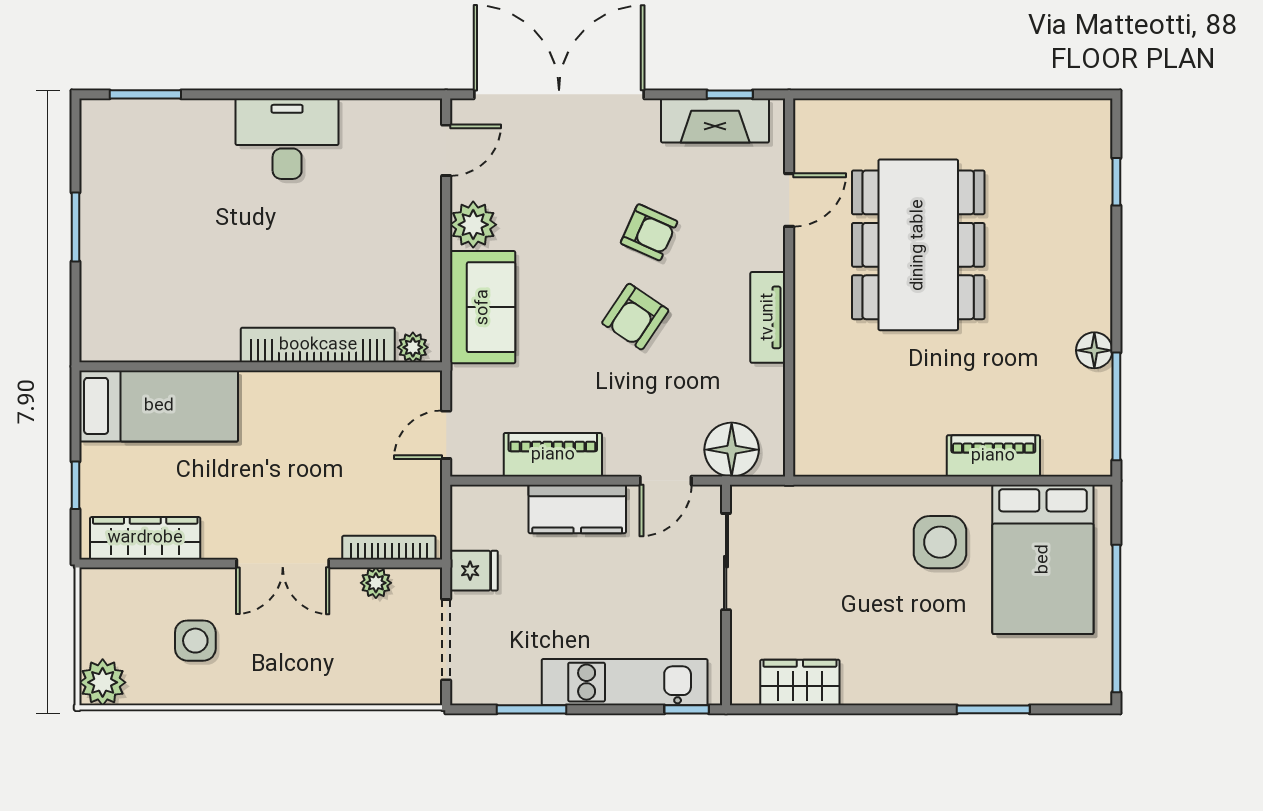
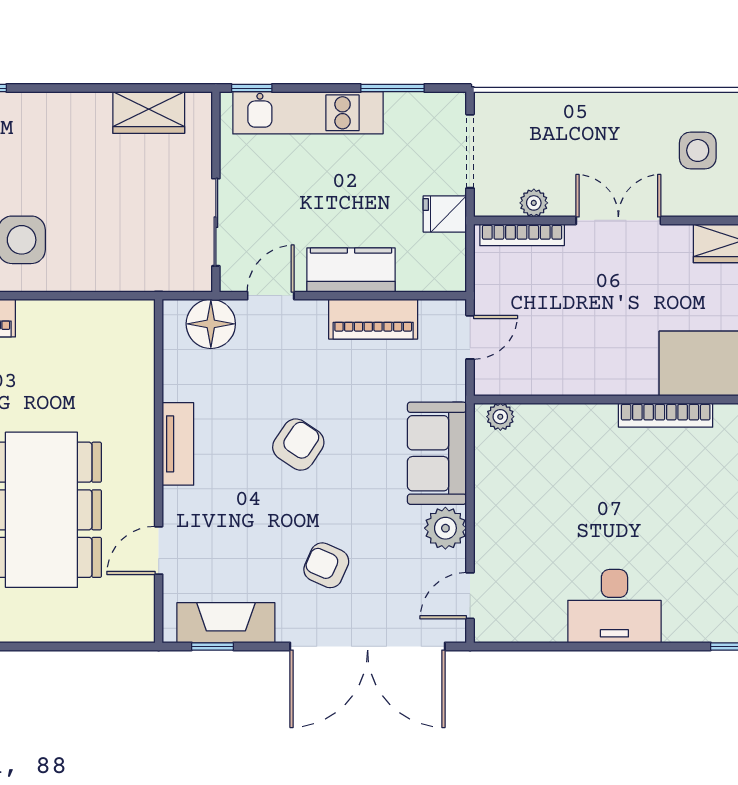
armchair: (649, 232) -> (326, 565), moved
bookcase: (318, 345) -> (666, 415), moved, width x0.68, depth x0.76

